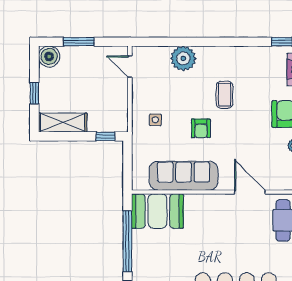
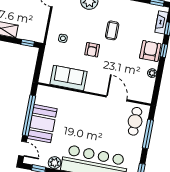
sofa: (184, 176) -> (69, 78), width x0.73
booth: (157, 211) -> (42, 124), moved, turned 90

